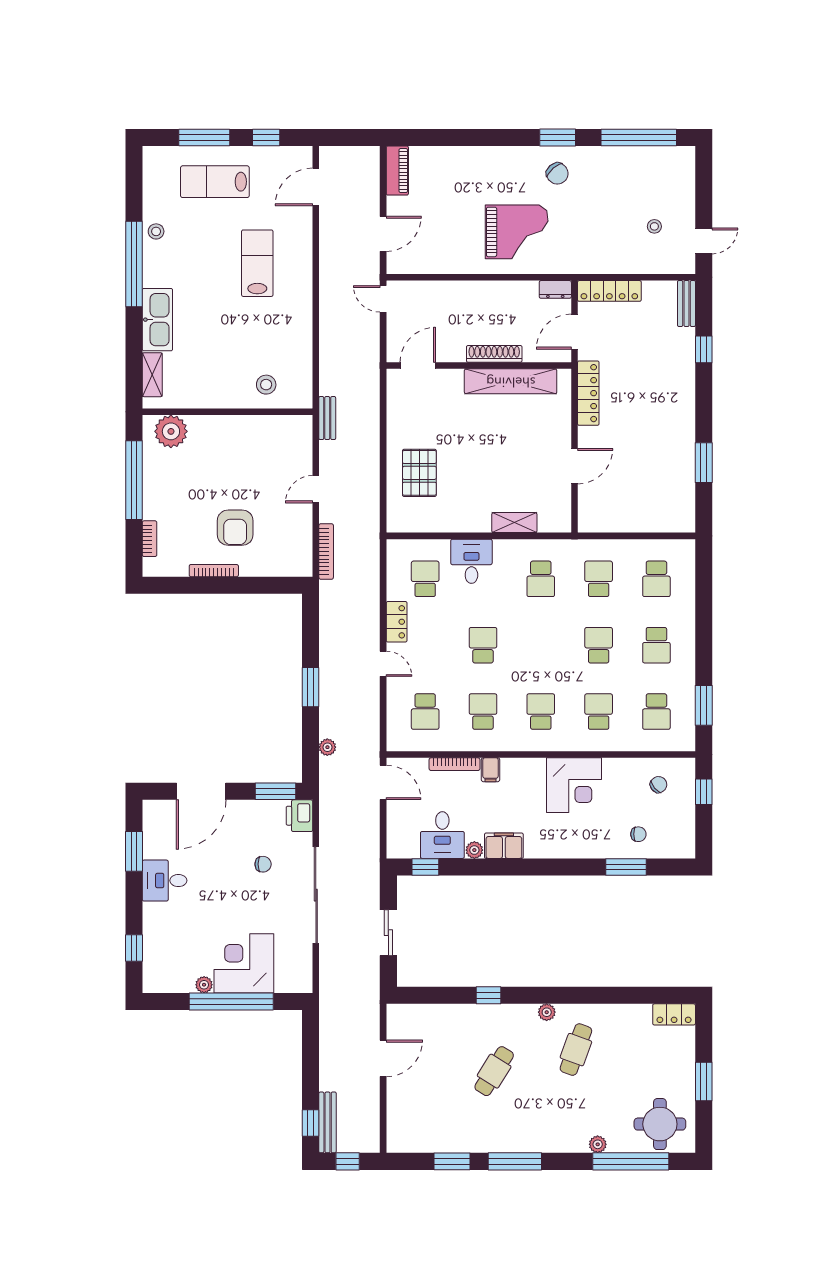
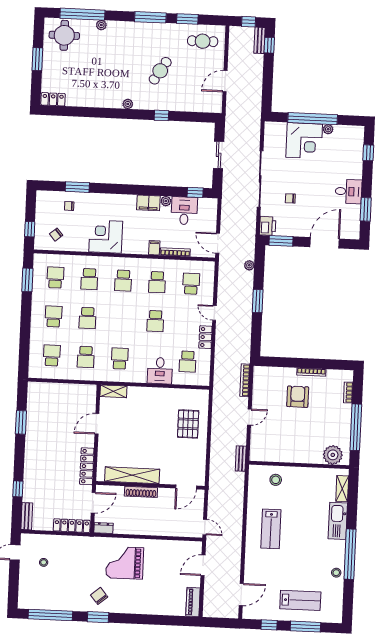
lab bench: (257, 263) -> (271, 529), moved
shelving: (514, 523) -> (113, 391), moved
cafe table: (576, 1050) -> (203, 41), moved, turned 70
bench: (328, 1122) -> (260, 40), width x0.73

